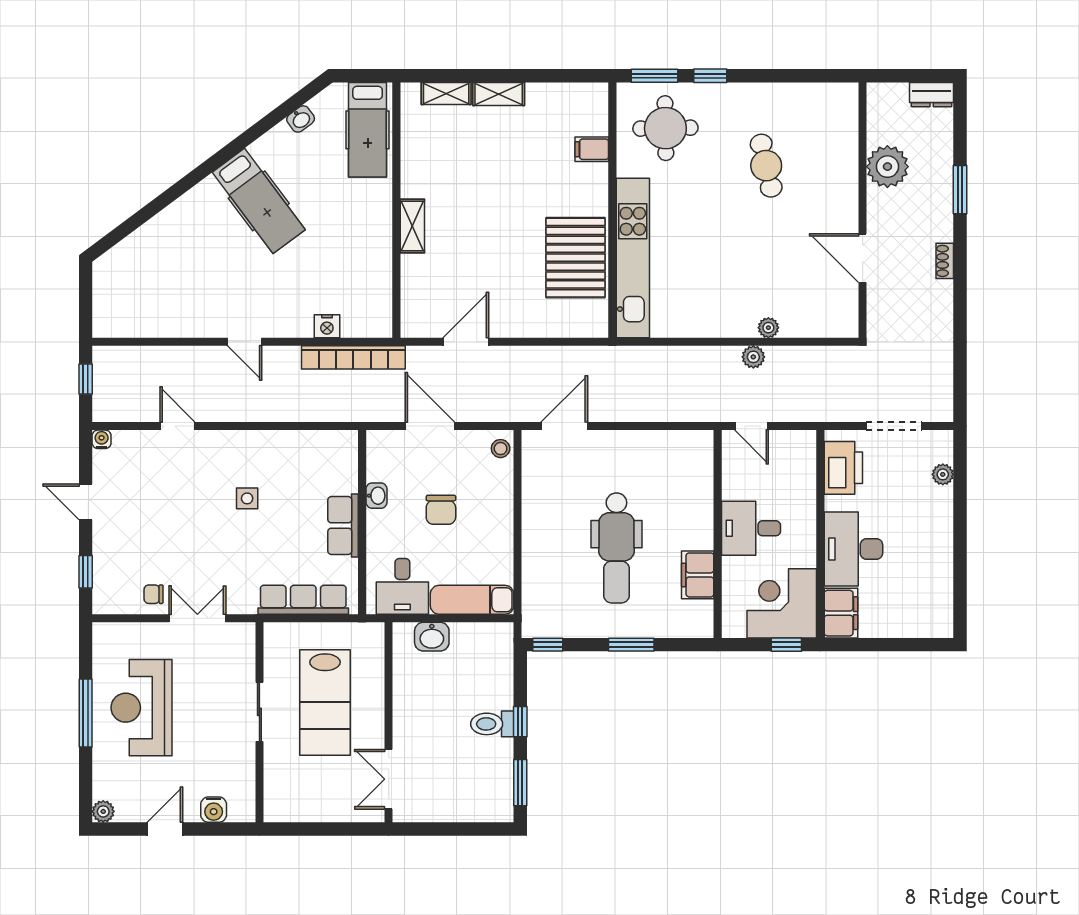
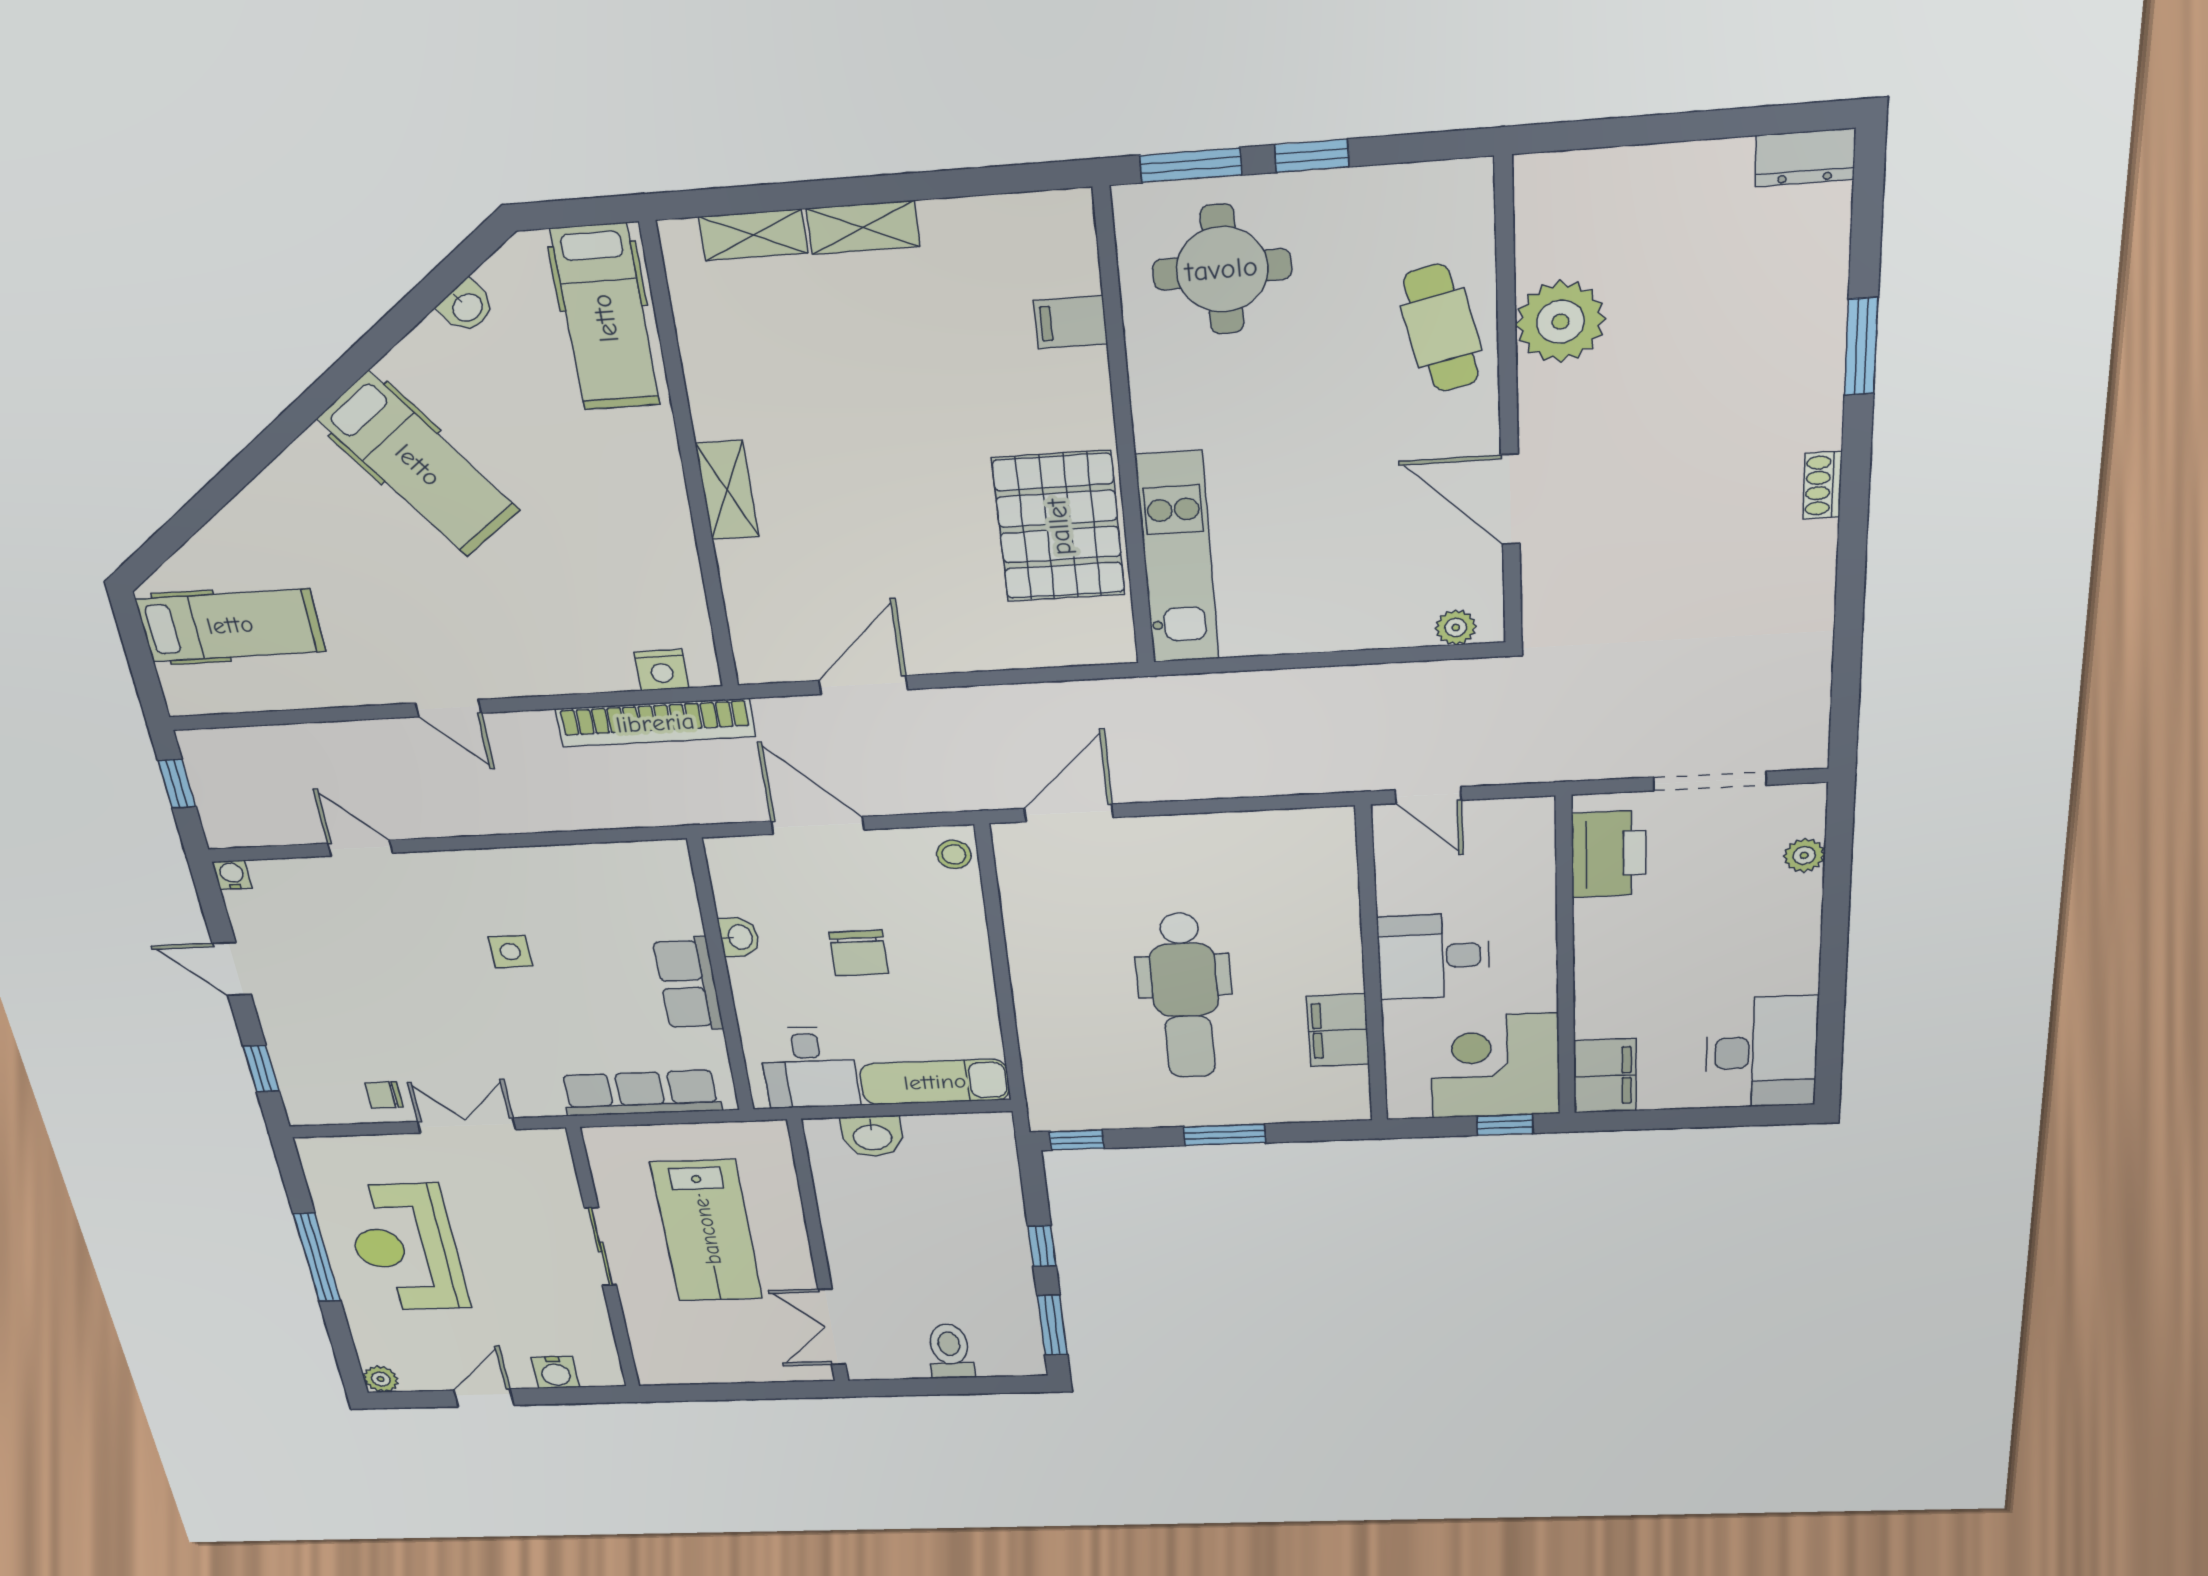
plant: (887, 167) -> (1560, 322), moved
wall: (863, 210) -> (1508, 410), moved
kitchen unit: (633, 258) -> (1177, 558), width x0.73
door: (863, 258) -> (1510, 499), moved
hospital bed: (139, 285) -> (230, 625), added
nightstand: (327, 326) -> (662, 670), moved
plant: (753, 357) -> (1427, 680), removed
desk: (853, 549) -> (1762, 1052), moved, turned 180
toilet: (492, 724) -> (950, 1351), moved, turned 90

